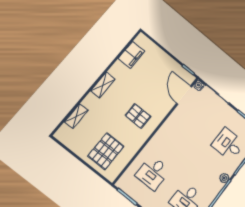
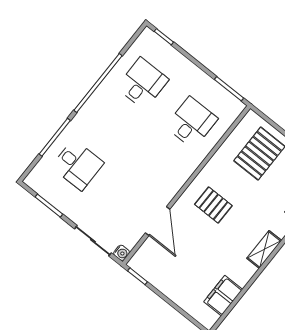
door: (184, 95) -> (158, 221), moved
plant: (224, 178) -> (85, 114), removed

